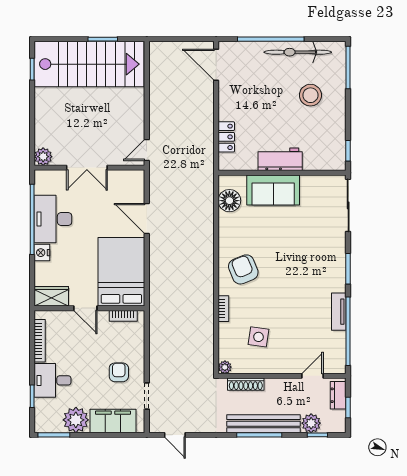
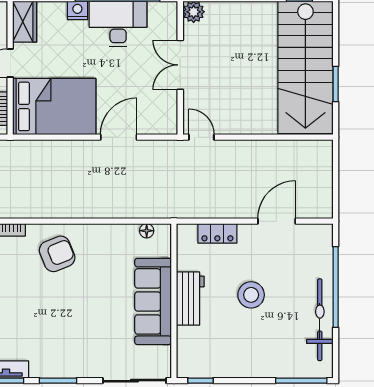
door: (216, 65) -> (277, 221), moved
stool: (310, 95) -> (251, 295), moved
sofa: (273, 190) -> (153, 301), width x1.36
floor lamp: (229, 201) -> (147, 231), width x0.53, depth x0.53

